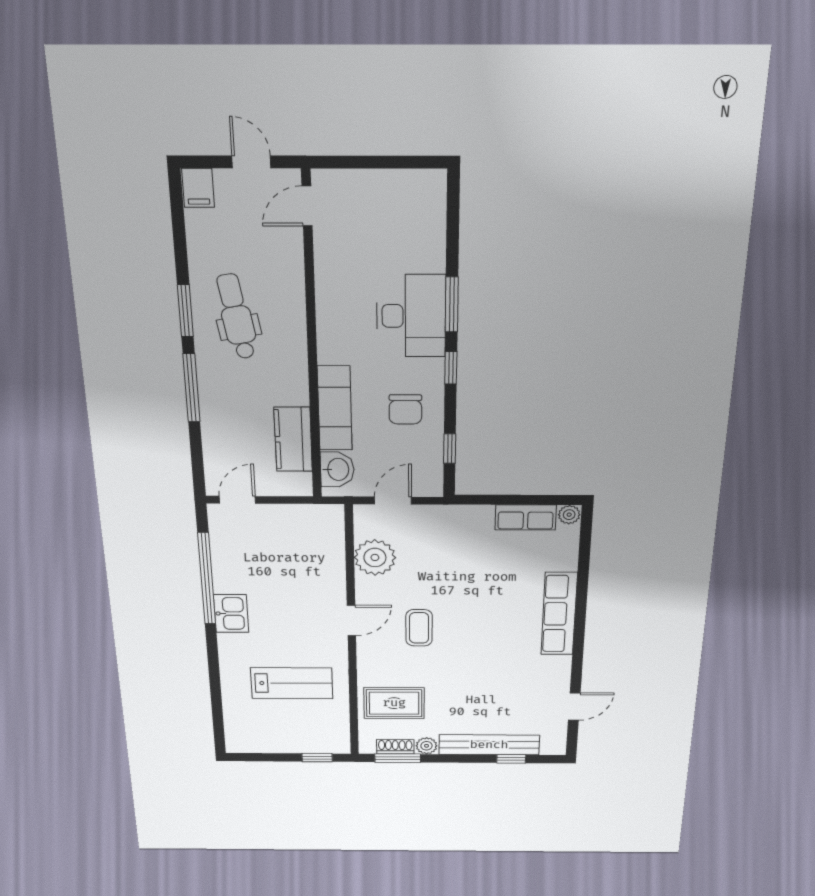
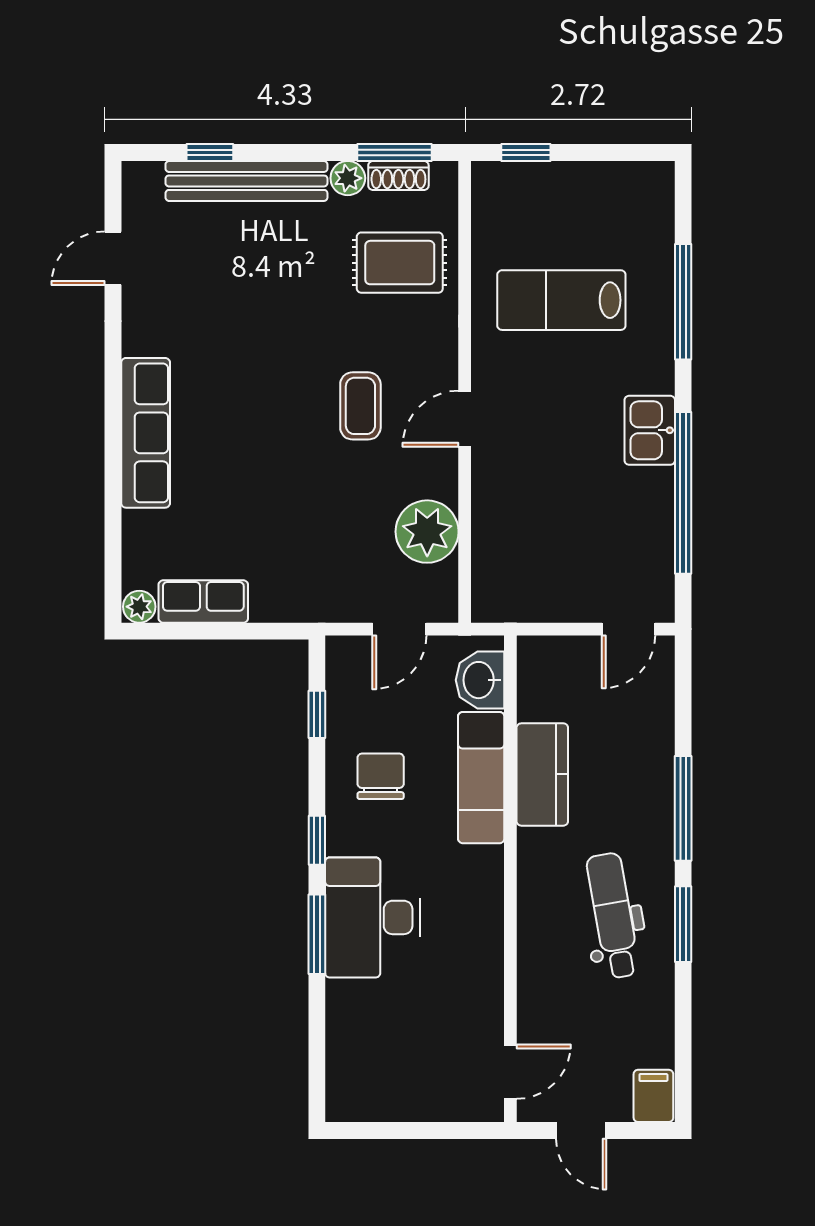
dental chair: (237, 317) -> (613, 916), turned 180
kitchen counter: (293, 439) -> (542, 774), moved
window: (215, 682) -> (683, 302), added

